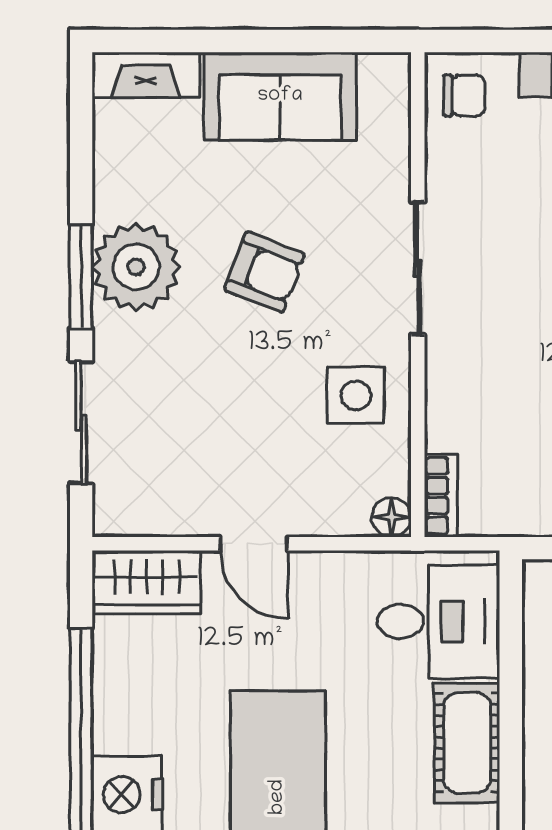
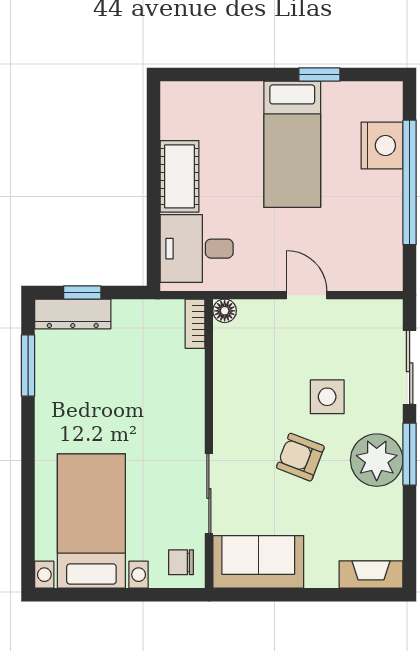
sofa: (280, 96) -> (258, 562), moved
sliding door: (418, 268) -> (209, 494), moved
side table: (356, 395) -> (327, 397), moved
wardrobe: (147, 582) -> (370, 272), removed

